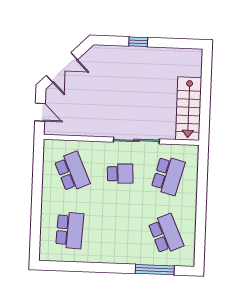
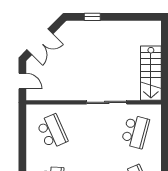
window: (138, 42) -> (92, 17), moved
school desk: (120, 174) -> (94, 132), removed

